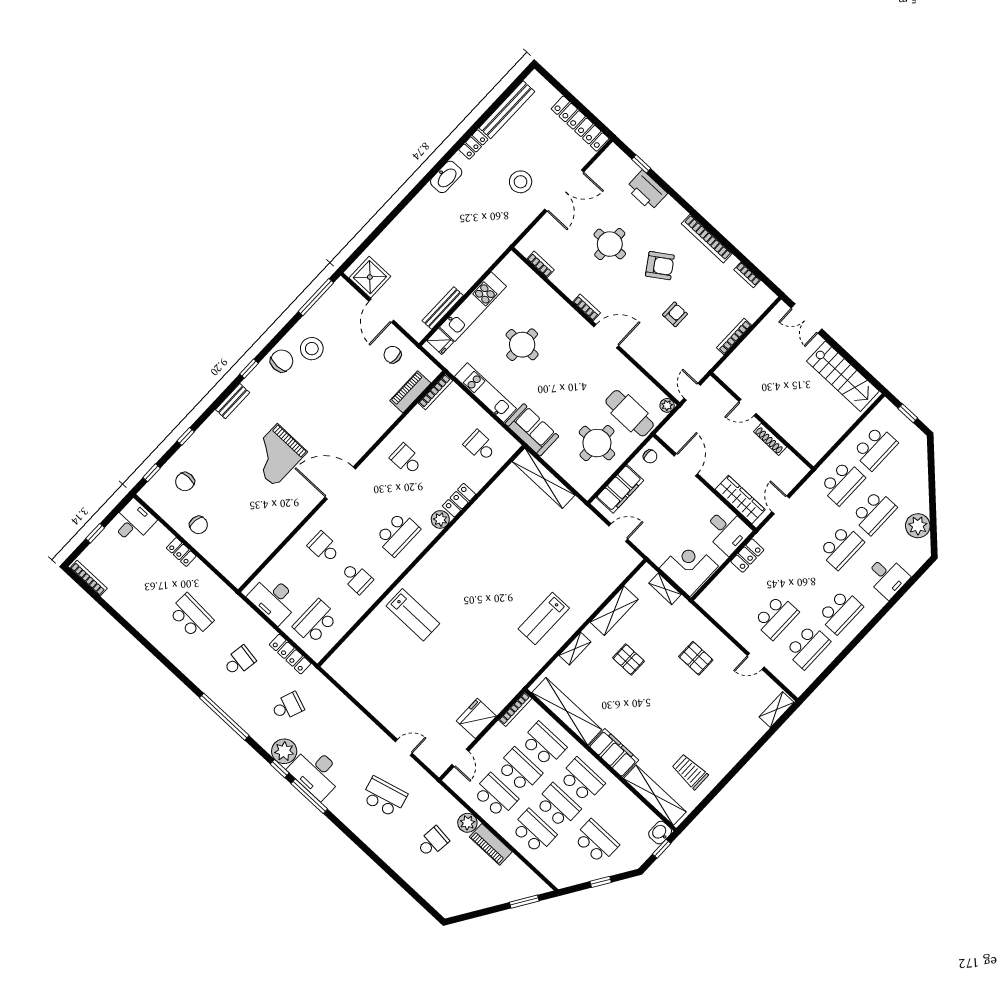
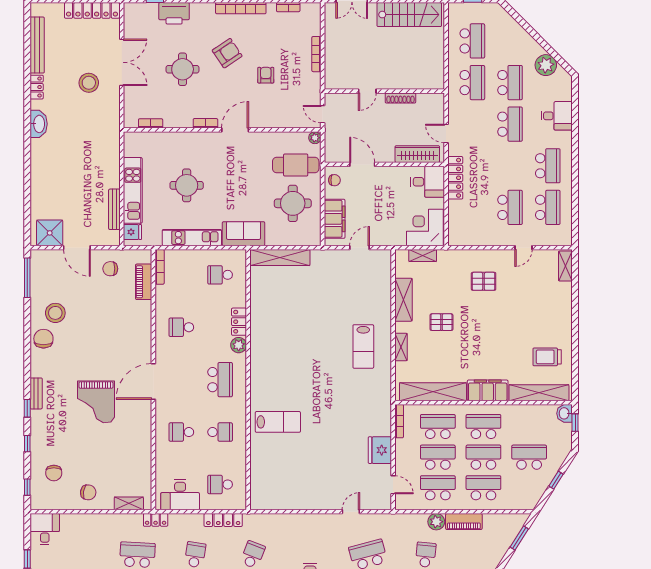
window: (249, 369) -> (27, 408), moved
locker: (181, 552) -> (156, 520), moved
locker: (747, 556) -> (455, 178), width x1.53
shelving: (224, 566) -> (129, 503), added
school desk: (315, 622) -> (220, 484), width x0.54

